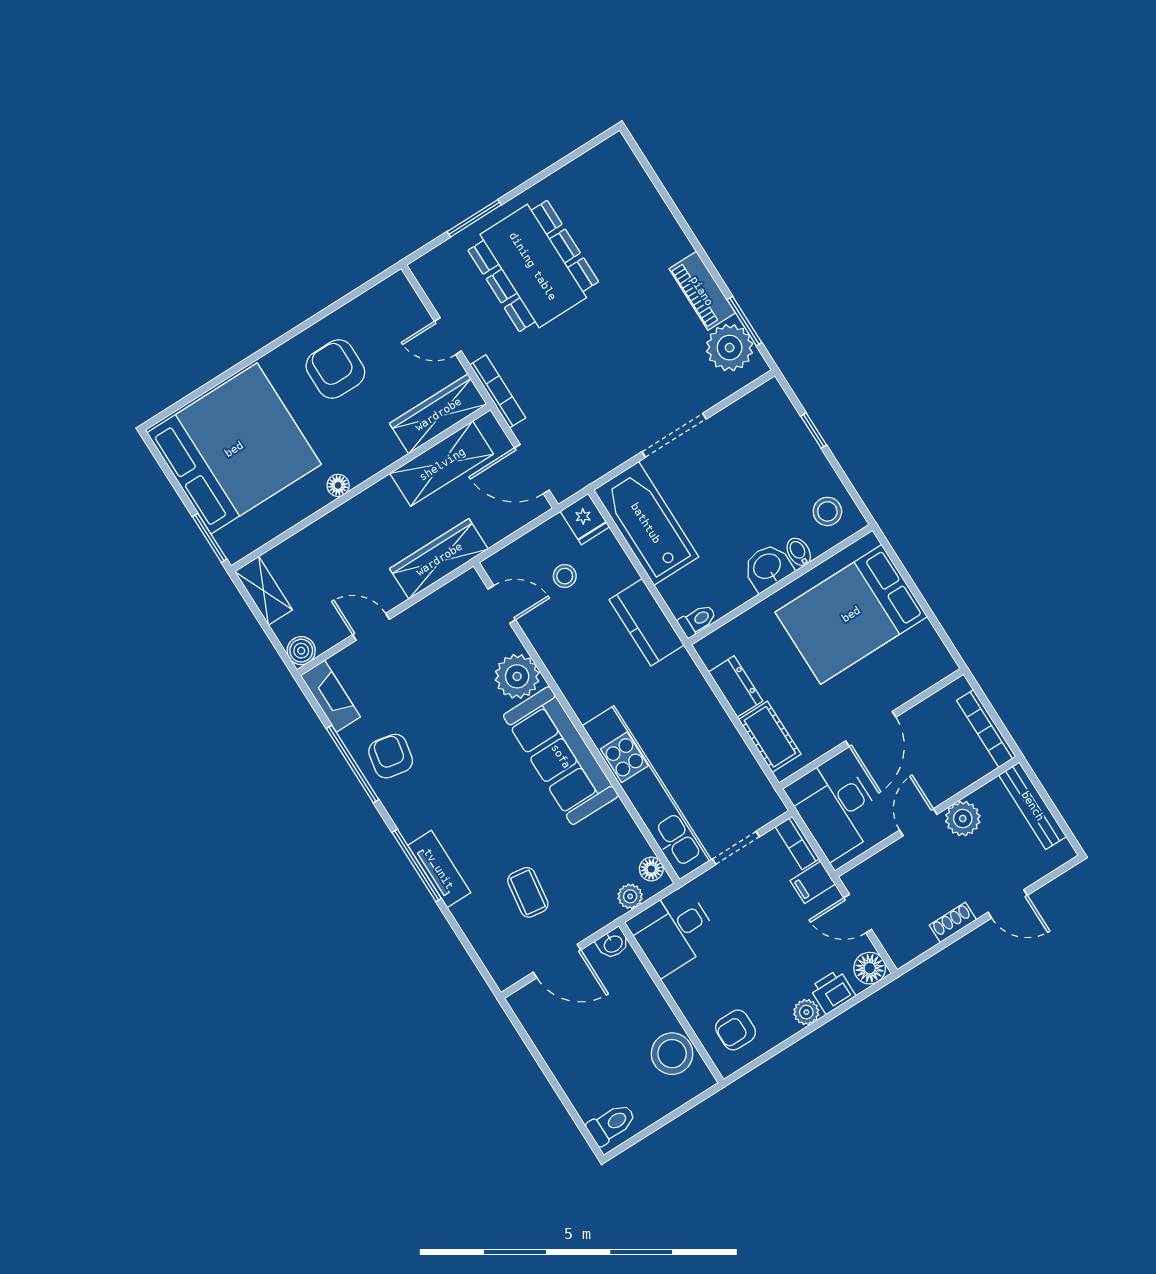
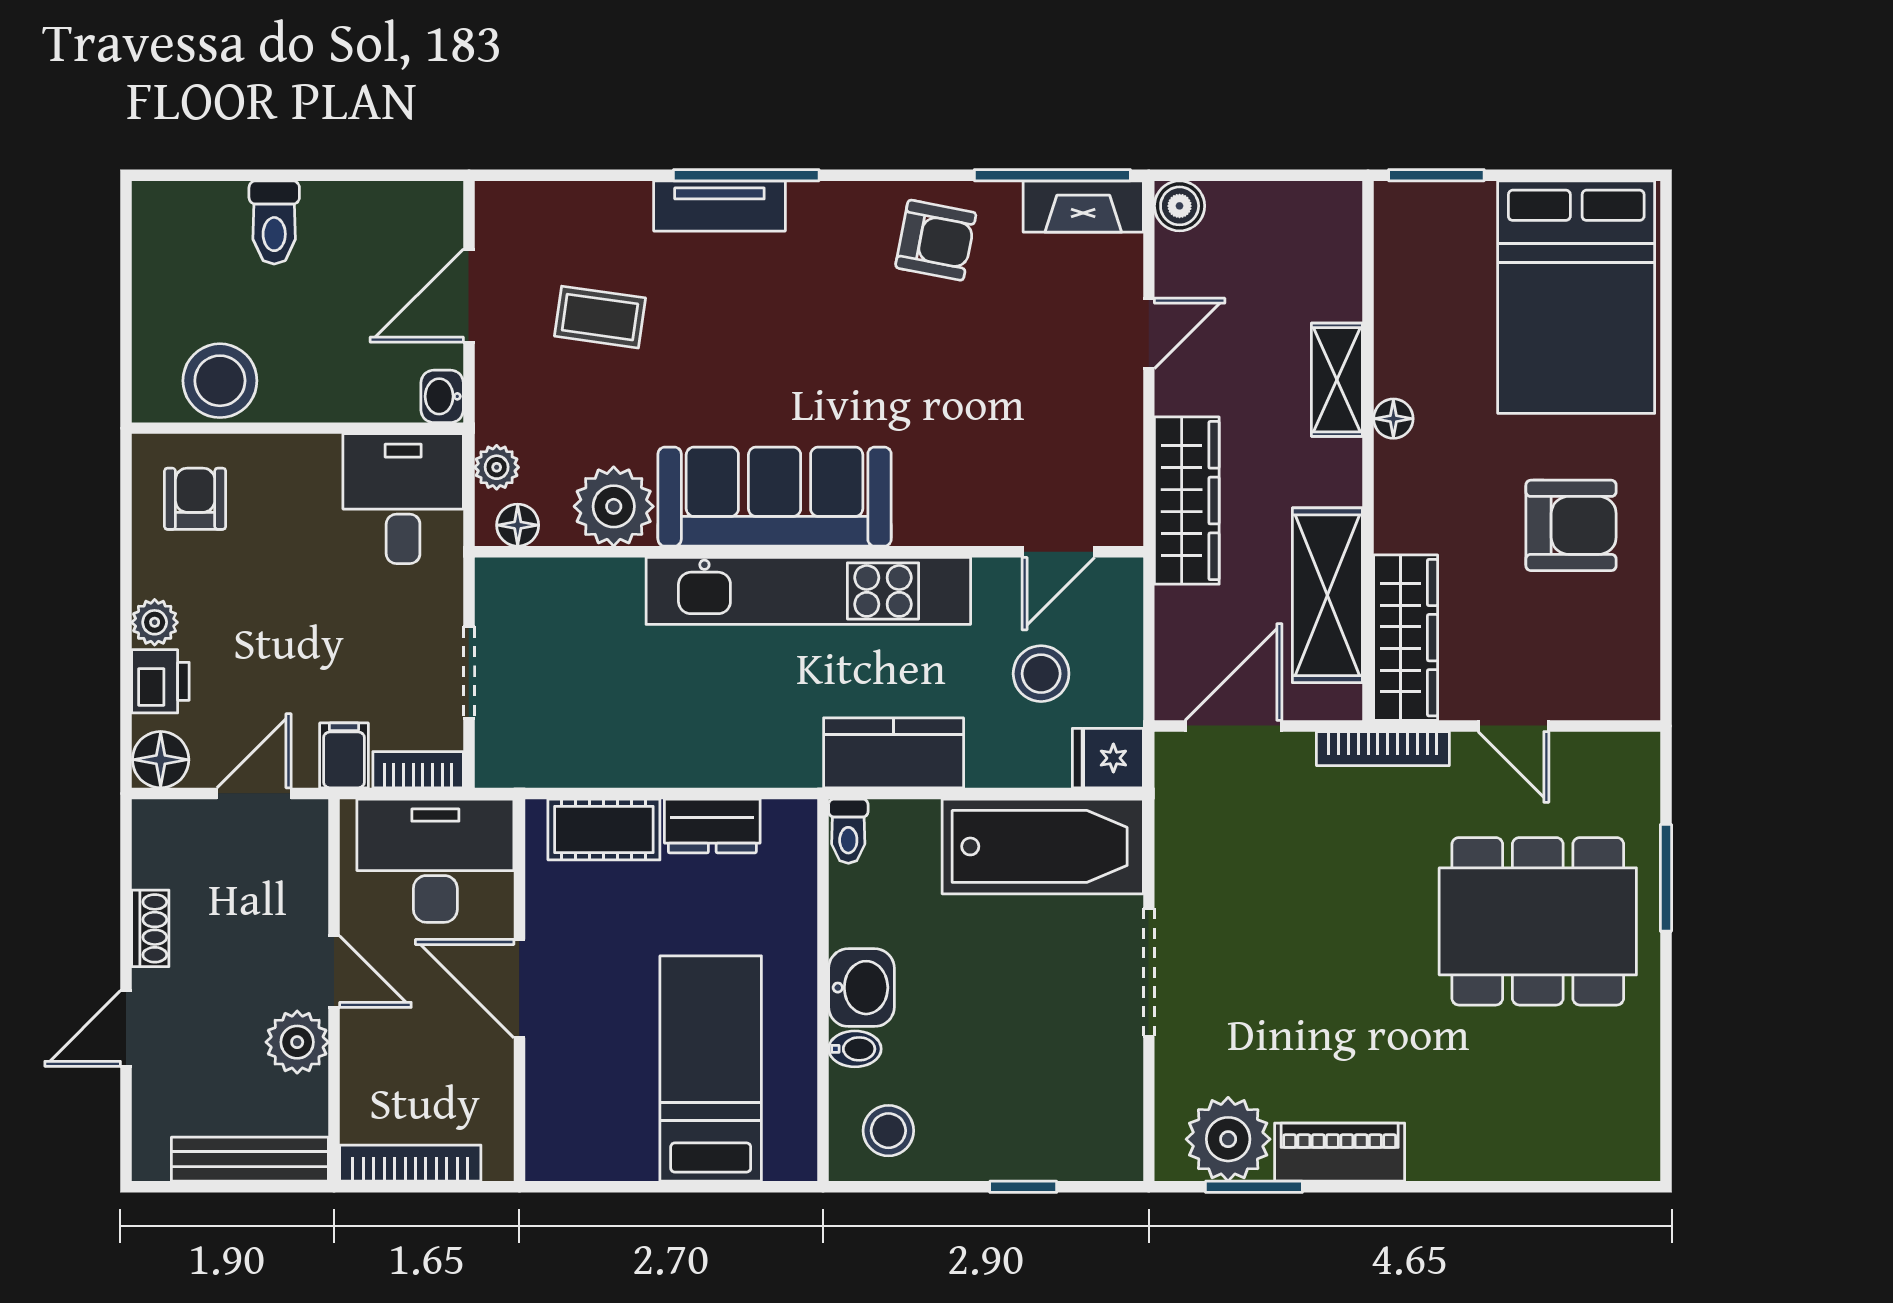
door: (448, 336) -> (1513, 726), swing flipped
bed: (234, 449) -> (1576, 297), width x0.73
stool: (565, 576) -> (1041, 674), width x1.37, depth x1.37
shelving: (264, 591) -> (1337, 380), moved, turned 90
bed: (851, 614) -> (711, 1068), width x0.67
plant: (517, 676) -> (614, 506), moved
window: (353, 764) -> (1052, 175), moved
kitchen unit: (647, 793) -> (808, 591), moved
toilet: (611, 1124) -> (274, 222), moved

